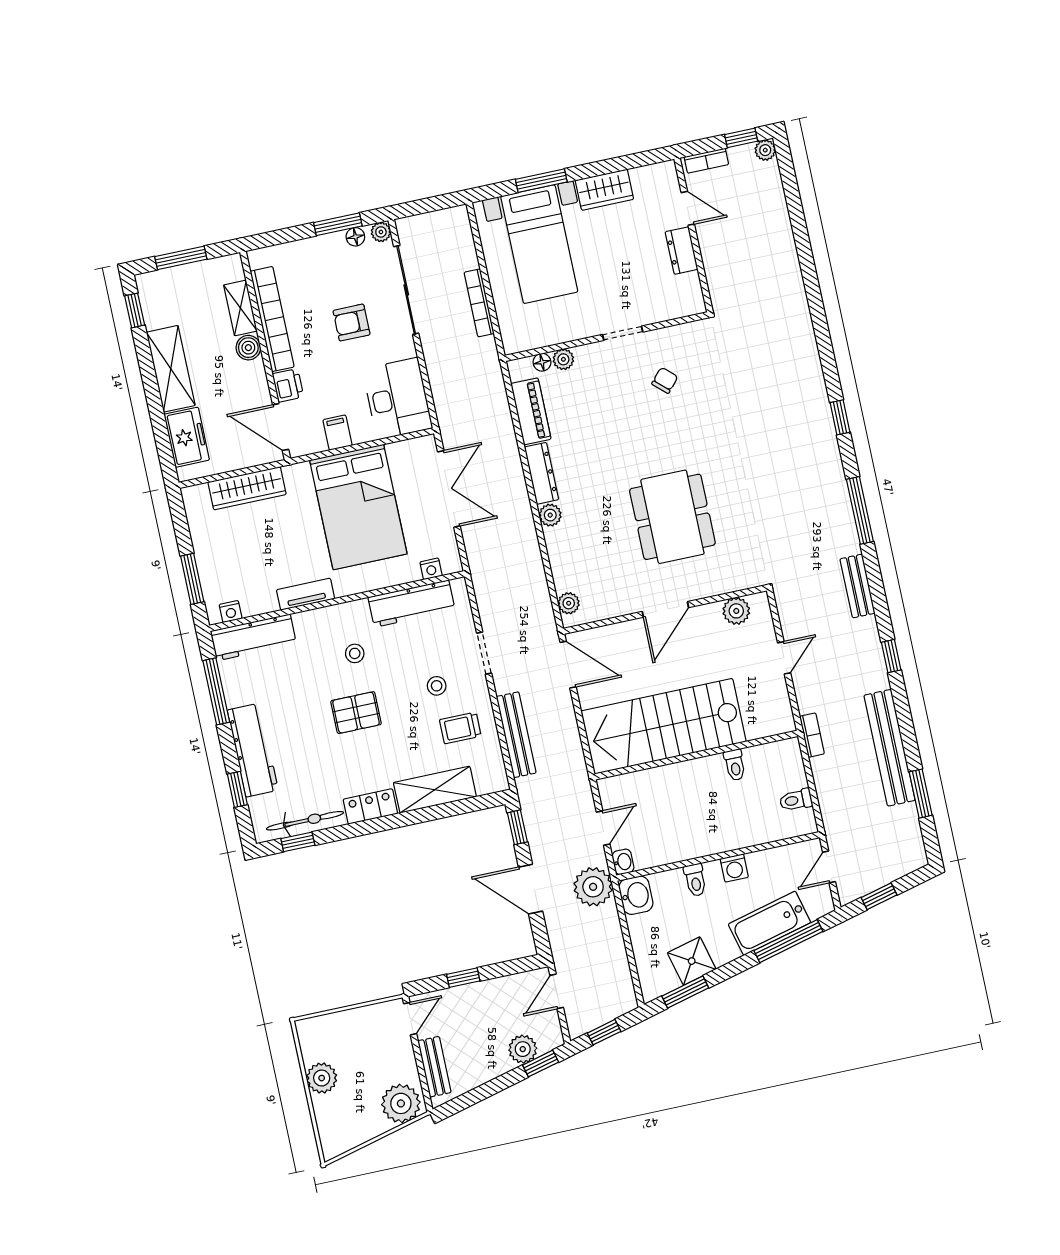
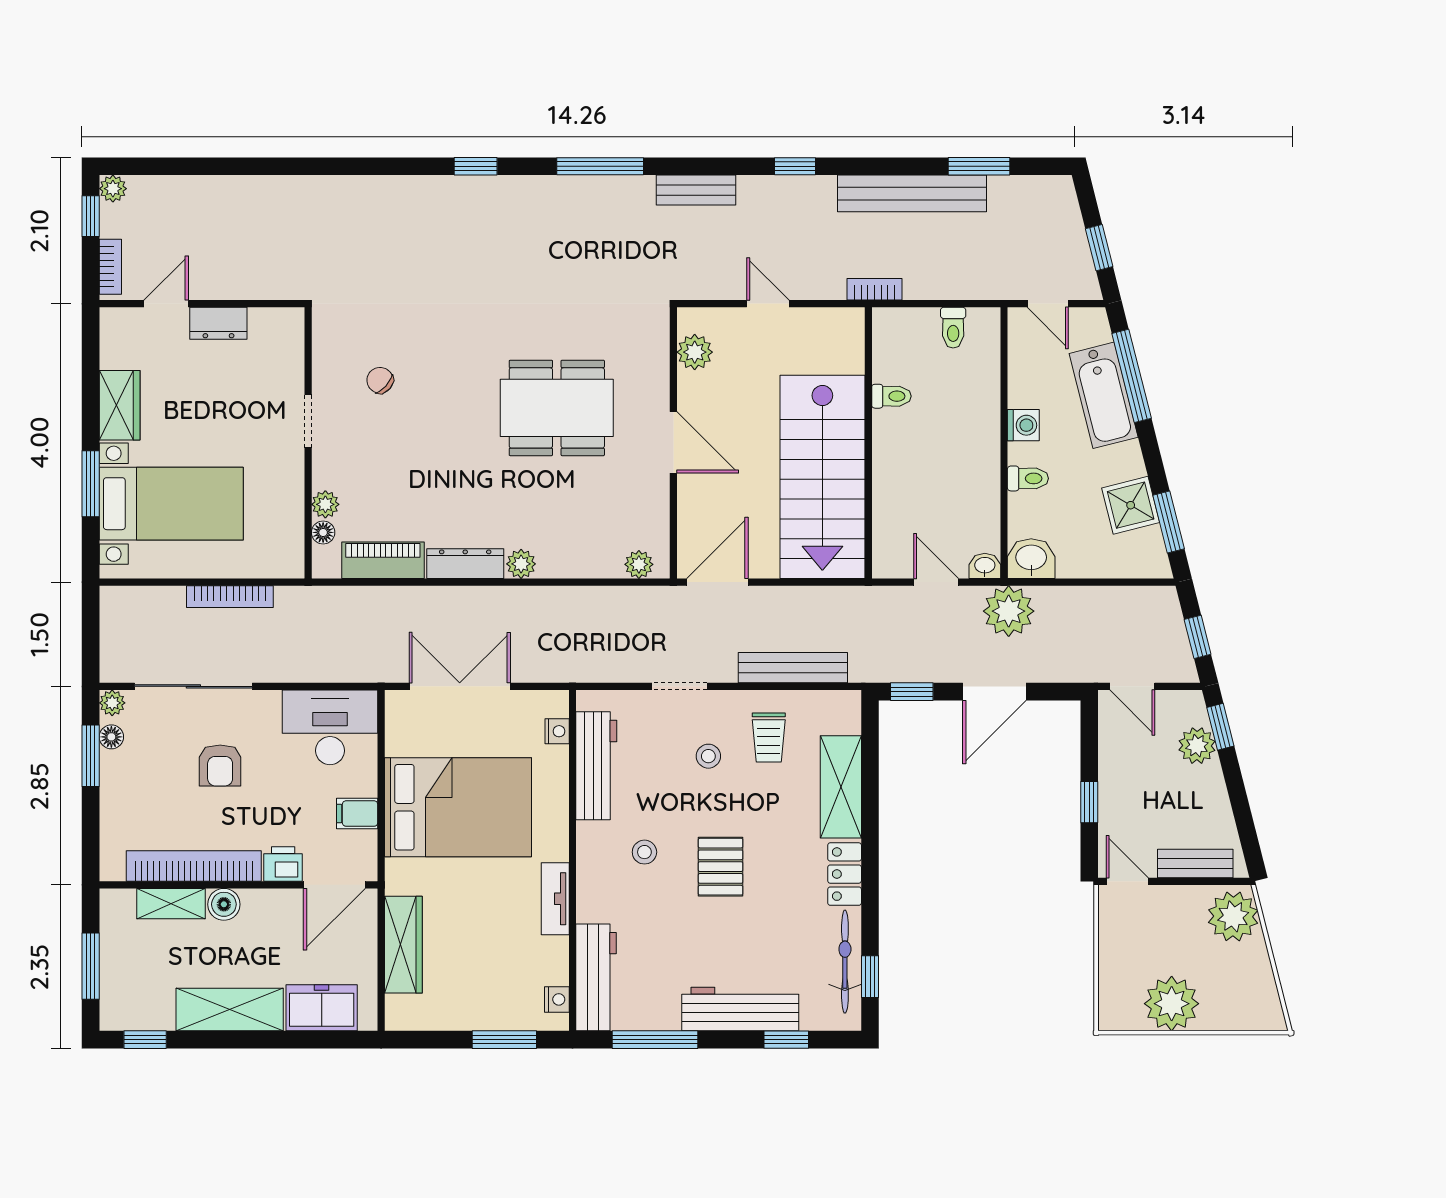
plant: (322, 1078) -> (1172, 1004), width x1.36, depth x1.36

